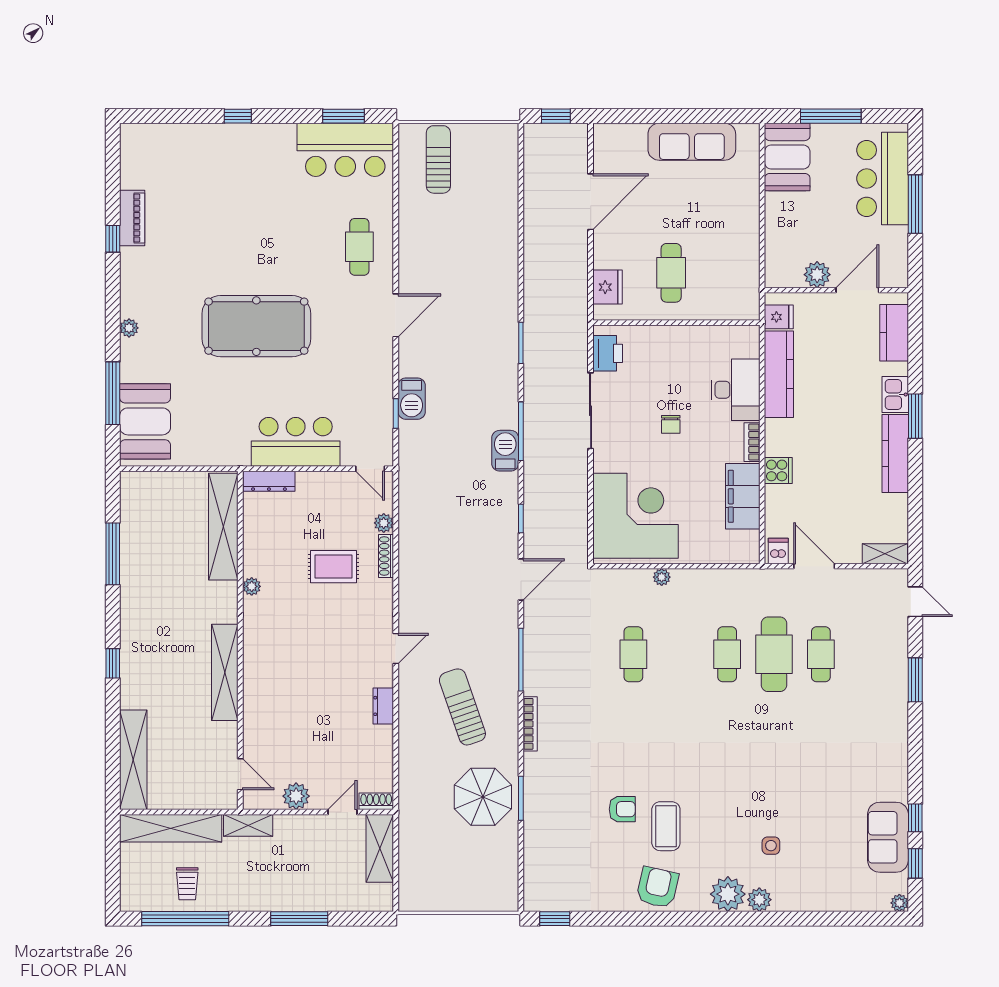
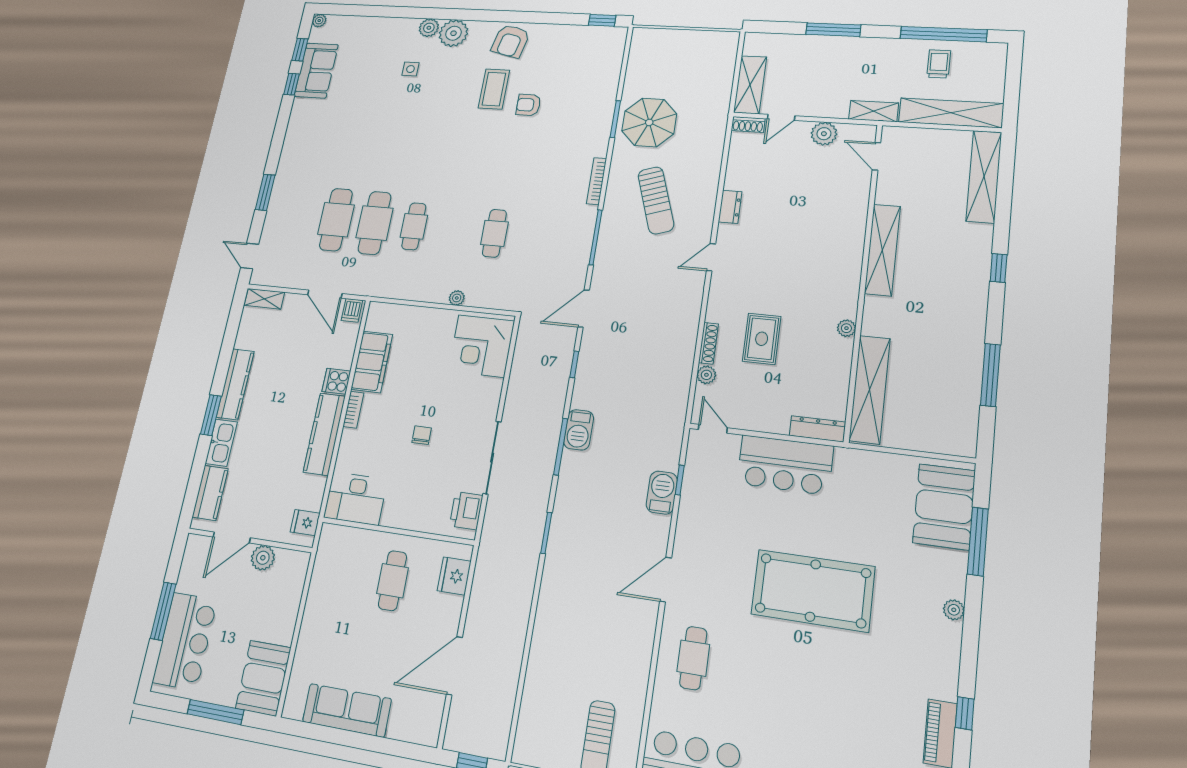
kitchen counter: (779, 374) -> (324, 434), moved
desk: (736, 390) -> (355, 499), moved, turned -90
kitchen sink: (895, 394) -> (221, 443), width x1.38
corner desk: (635, 516) -> (481, 346), width x0.74, depth x0.74
rug: (333, 567) -> (762, 339), turned 90
cafe table: (821, 654) -> (336, 220), width x1.37, depth x1.35

